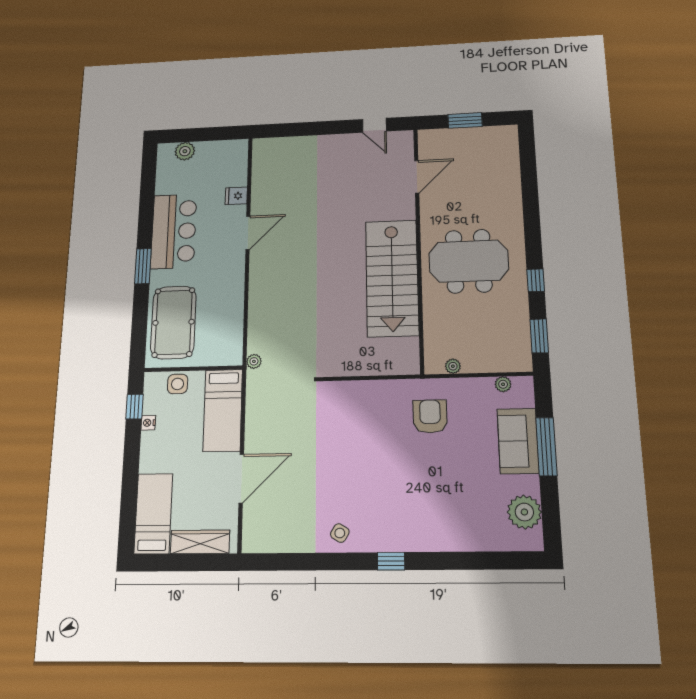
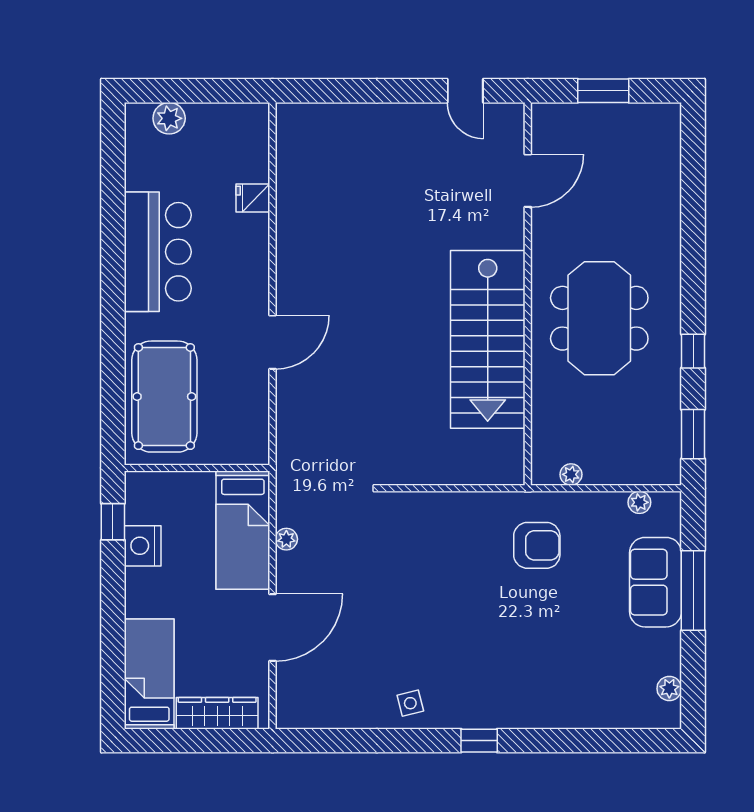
door: (248, 233) -> (272, 342), moved
meeting table: (469, 261) -> (599, 318), turned 90
window: (143, 266) -> (113, 306), removed
plant: (254, 361) -> (286, 539), moved
side table: (178, 384) -> (175, 490), removed
armchair: (430, 416) -> (537, 545), turned 90
nightstand: (148, 423) -> (143, 546), width x1.89, depth x1.79
plant: (524, 512) -> (669, 689), width x0.53, depth x0.53
side table: (340, 533) -> (410, 703), turned 45

